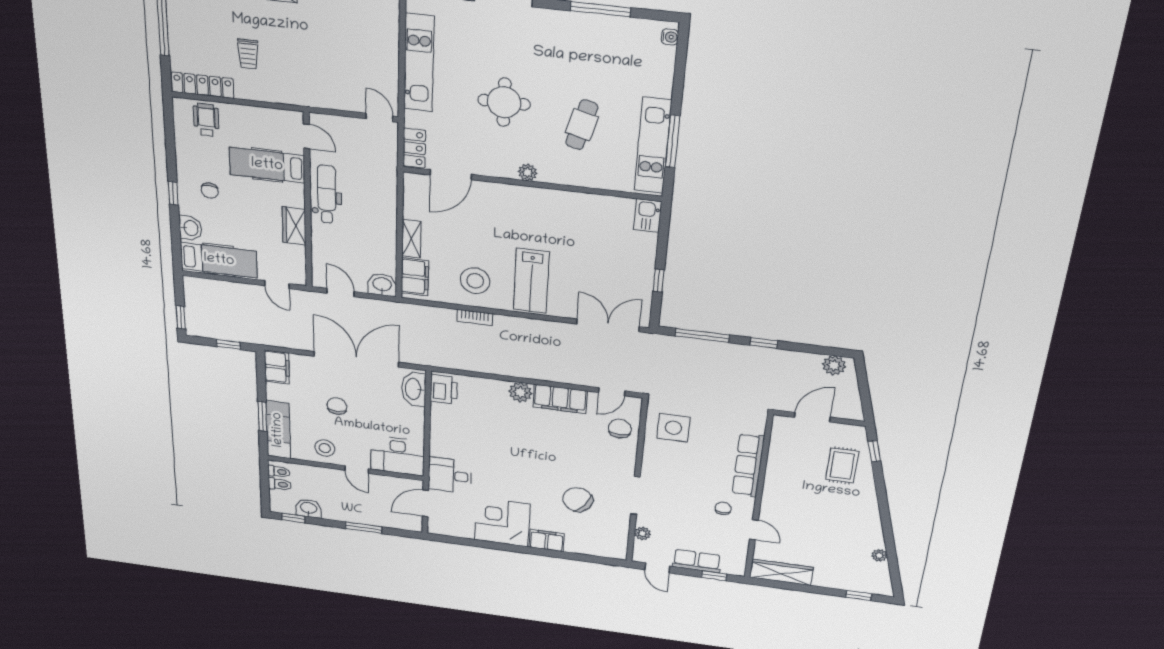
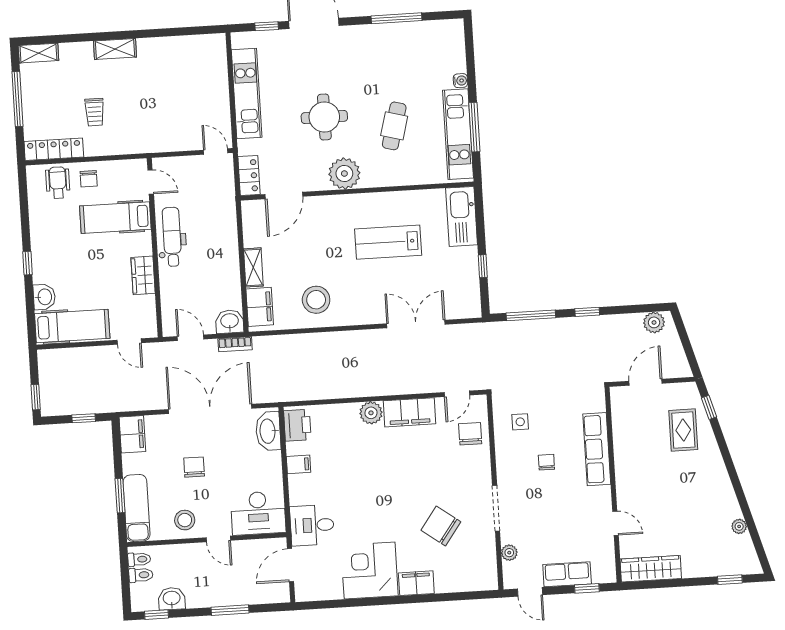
water cooler: (670, 37) -> (460, 81), moved
plant: (528, 172) -> (344, 174), width x1.88, depth x1.88
chair: (210, 191) -> (89, 179), moved
kitchen sink: (648, 216) -> (462, 216), width x1.88, depth x1.24
lab bench: (531, 281) -> (388, 242), moved, turned 90
bookcase: (475, 317) -> (235, 344), moved
double door: (608, 325) -> (416, 324), moved
filing cabinet: (442, 423) -> (298, 464), added
side table: (673, 428) -> (520, 422), width x0.54, depth x0.54
chair: (723, 508) -> (546, 462), moved

